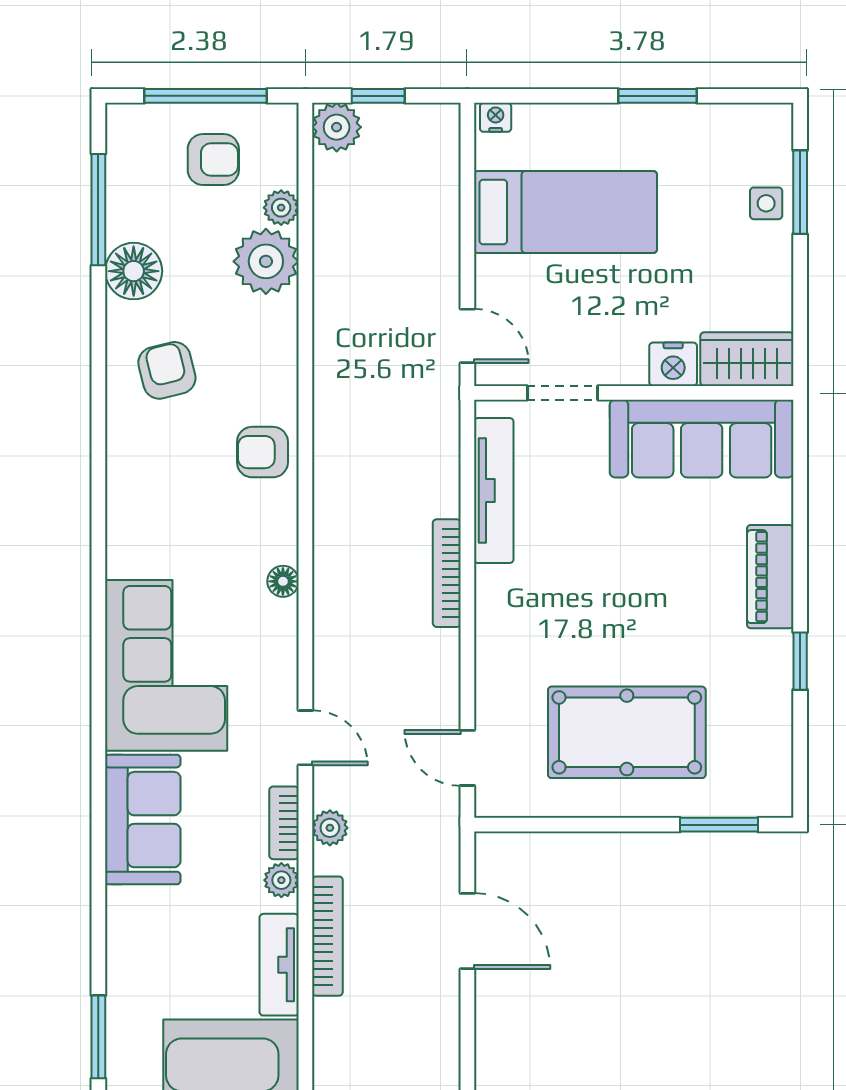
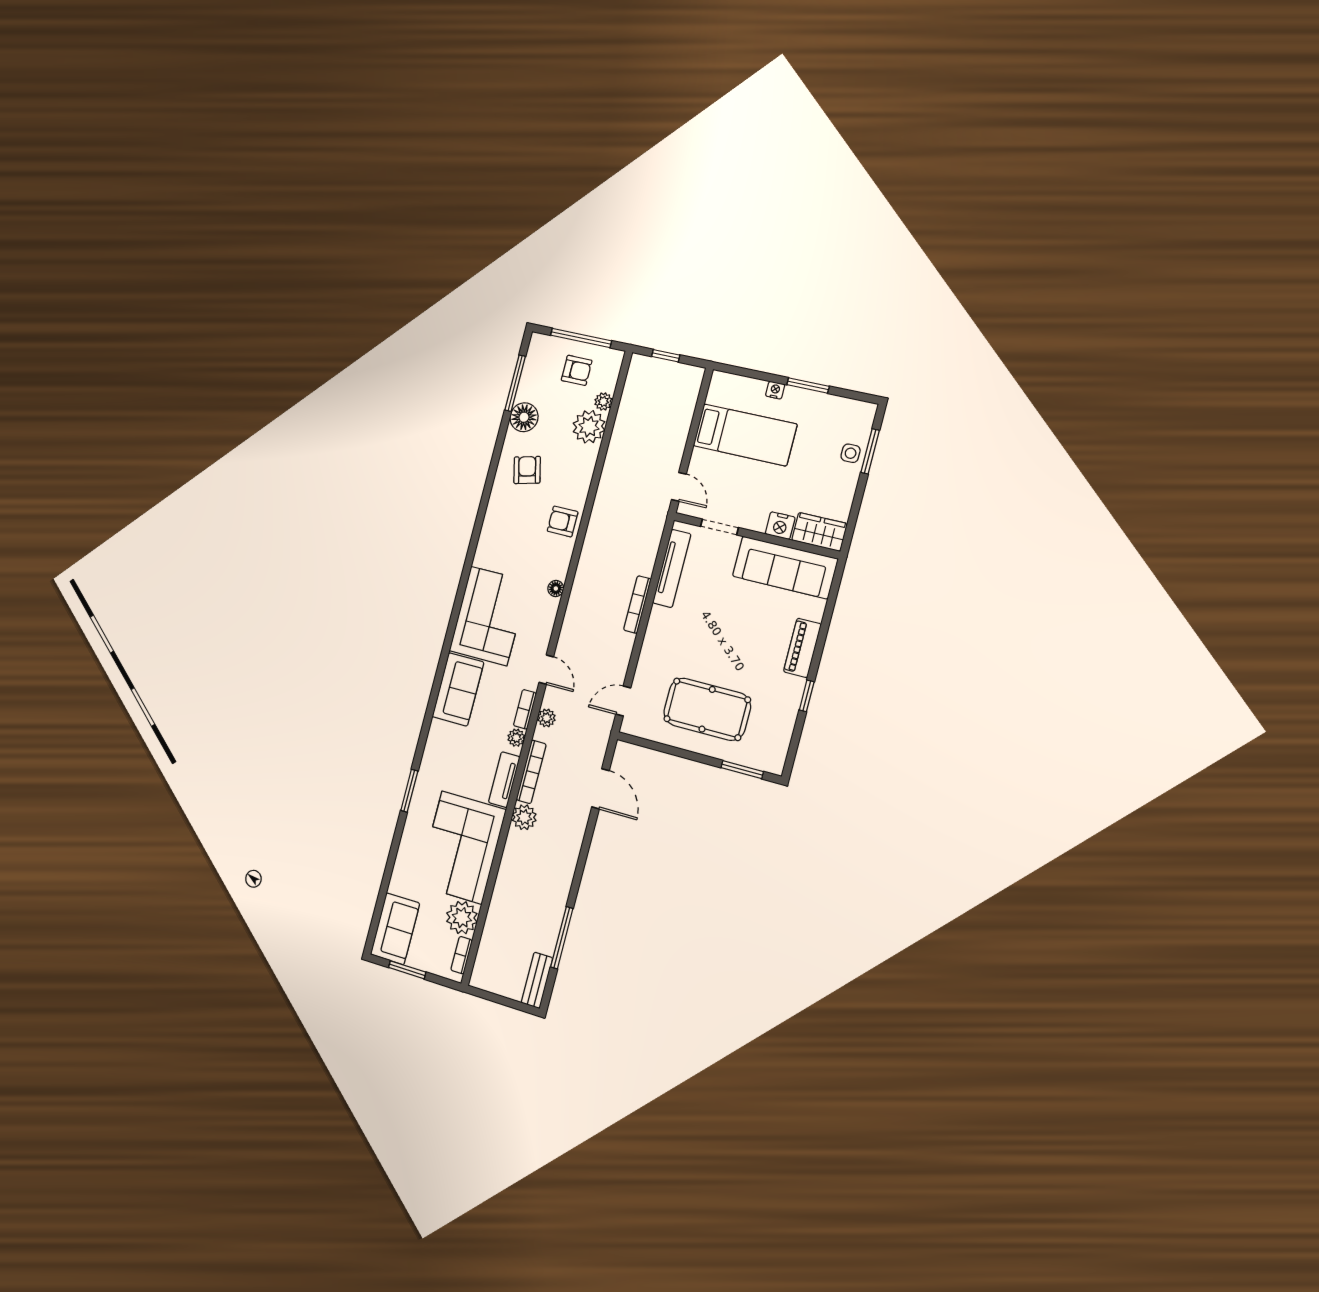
nightstand: (496, 117) -> (775, 390), moved
plant: (337, 127) -> (524, 817), moved
door: (467, 758) -> (623, 701), hinge flipped

